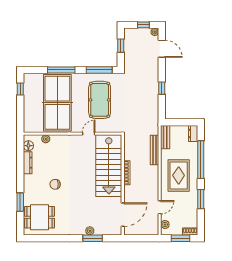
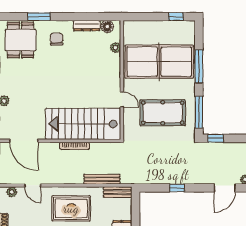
window: (121, 46) -> (216, 138), moved
chair: (55, 184) -> (56, 39), moved

